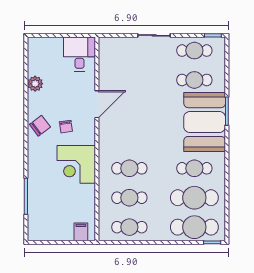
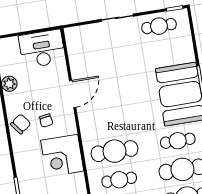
desk: (79, 54) -> (42, 49), width x1.37
cafe table: (194, 80) -> (164, 55), removed
cafe table: (129, 168) -> (114, 151), width x1.37, depth x1.35

